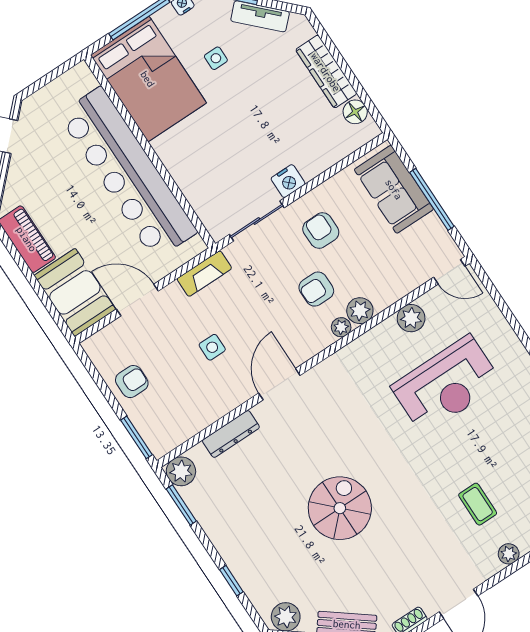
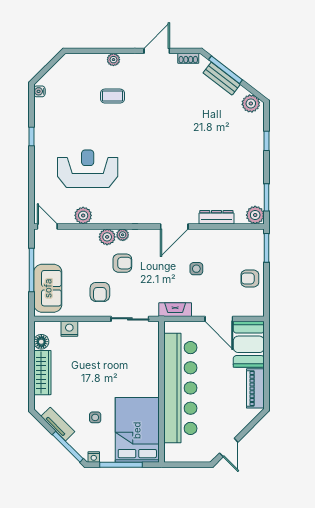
nightstand: (288, 181) -> (69, 329), moved
coffee table: (478, 504) -> (112, 96), turned 90
spiral stairs: (340, 508) -> (185, 141), removed

